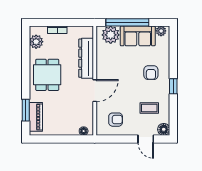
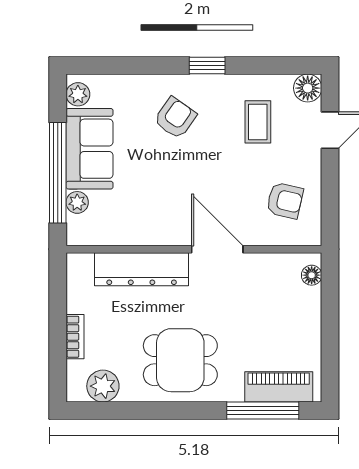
plant: (111, 35) -> (77, 202), width x0.53, depth x0.53
armchair: (151, 73) -> (175, 118), turned -55
window: (26, 110) -> (263, 410), width x1.44
armchair: (116, 120) -> (285, 200), turned 103

